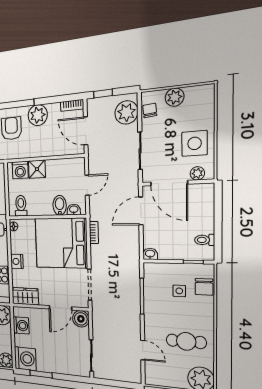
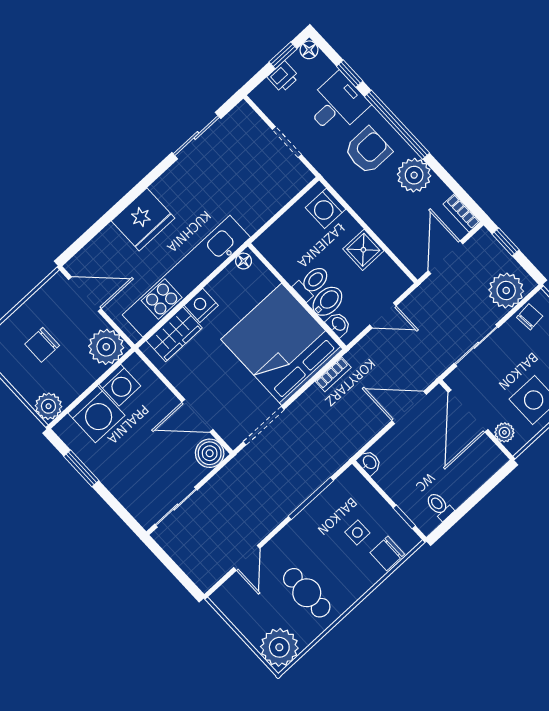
shower: (37, 169) -> (363, 250), moved
toilet: (21, 206) -> (312, 283), moved
wardrobe: (25, 296) -> (174, 334), moved, turned 90
washing machine: (25, 359) -> (96, 414), moved

